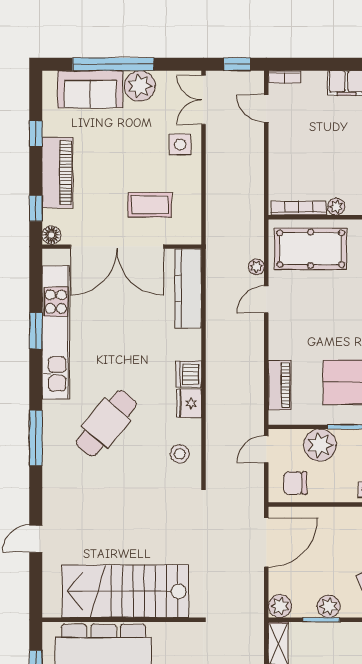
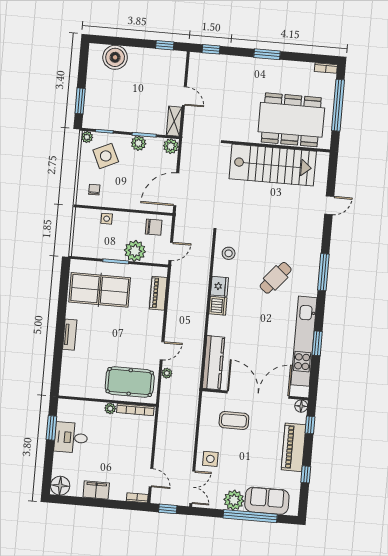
cafe table: (106, 423) -> (276, 278), width x0.73, depth x0.74

